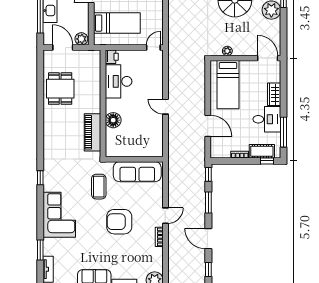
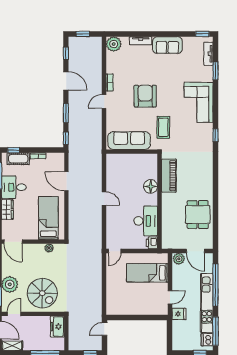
armchair: (119, 222) -> (145, 96), turned -90

